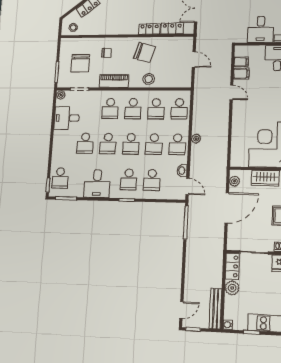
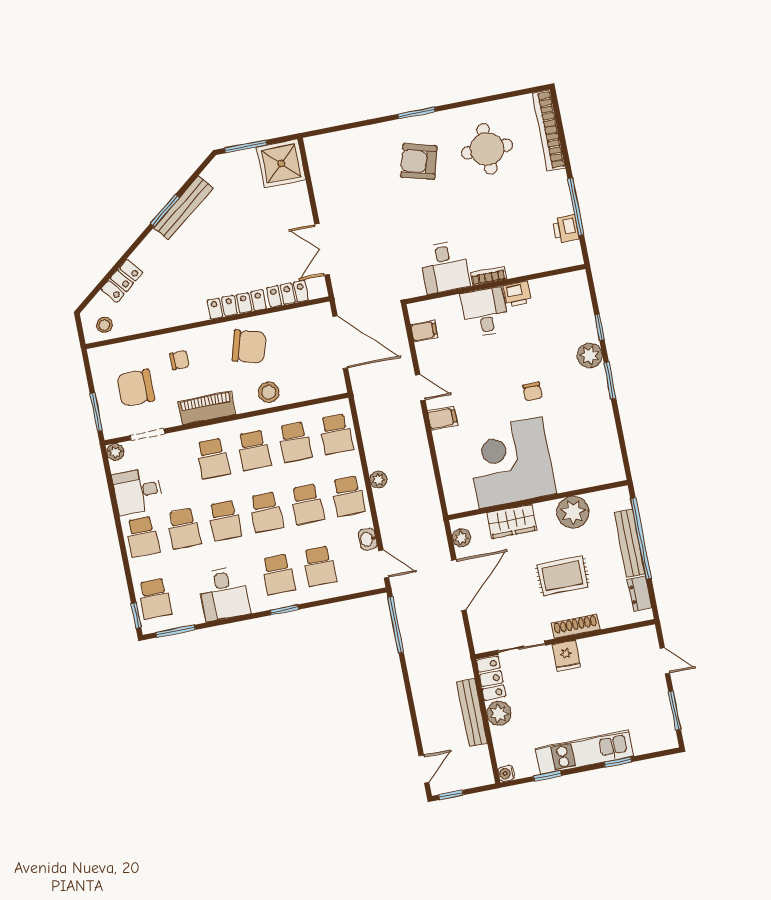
locker: (149, 29) -> (237, 304), width x1.53
door: (194, 60) -> (340, 342), width x1.87
chair: (80, 63) -> (136, 388), turned 90
filing cabinet: (241, 74) -> (442, 418), moved
school desk: (63, 143) -> (143, 537), added
bench: (215, 309) -> (472, 713), moved

